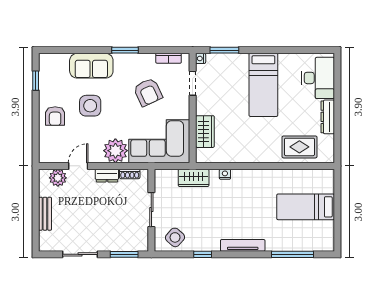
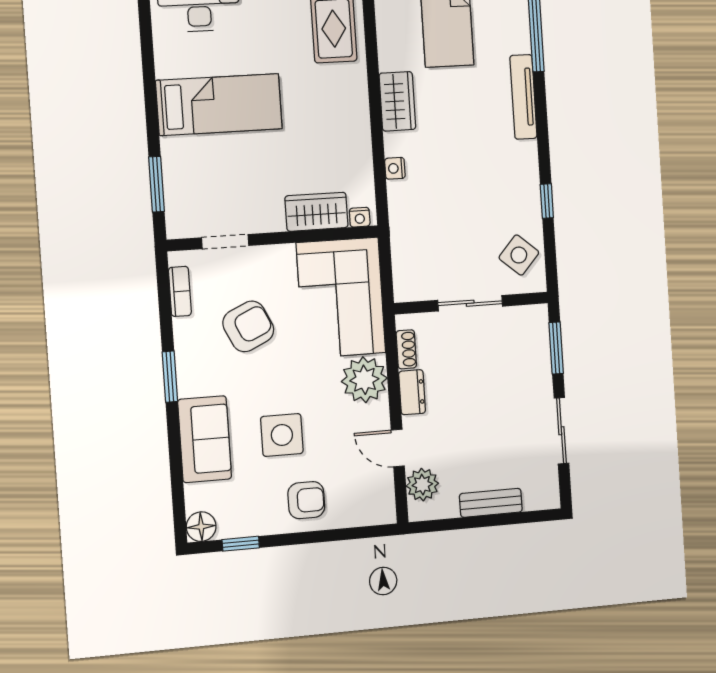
nightstand: (201, 58) -> (360, 217), moved
floor lamp: (46, 61) -> (201, 527), added
wardrobe: (194, 178) -> (397, 101), moved
tv unit: (243, 245) -> (523, 97), moved

